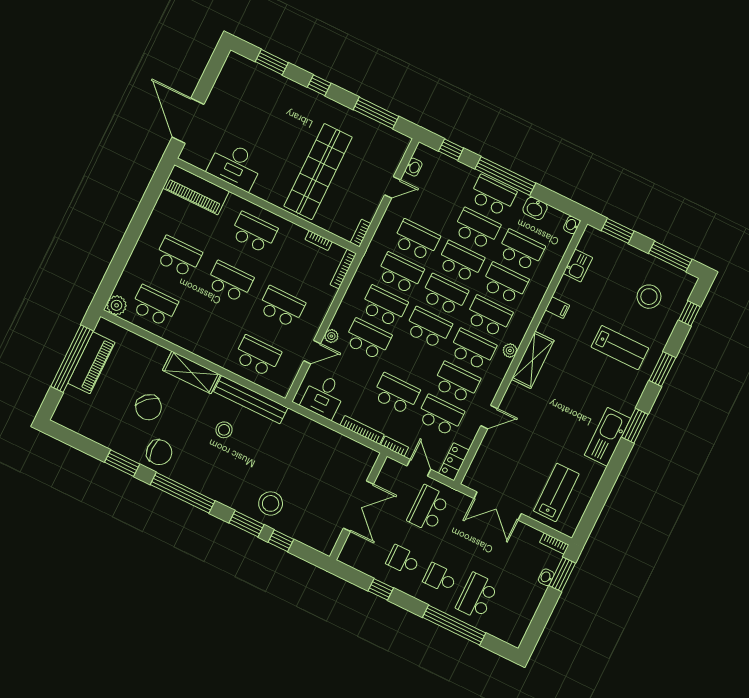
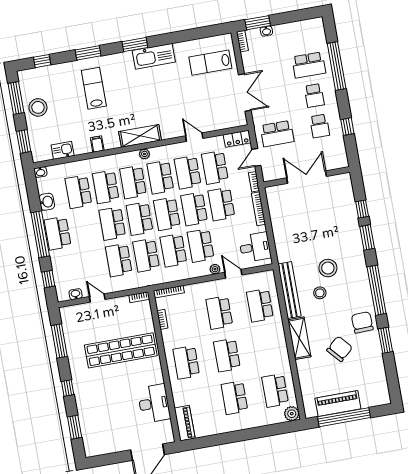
piano: (196, 190) -> (185, 423), width x0.73, depth x0.75
school desk: (477, 229) -> (194, 209), moved
stool: (649, 297) -> (38, 107), moved
stool: (271, 503) -> (328, 268), moved

